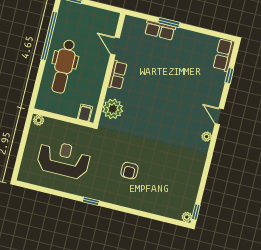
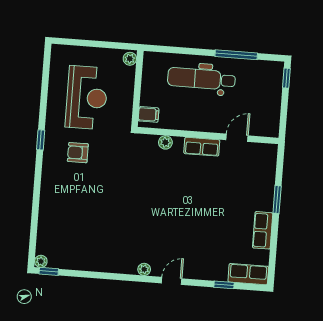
row of seats: (160, 30) -> (263, 230), moved
window: (49, 36) -> (236, 55), width x0.68
plant: (113, 109) -> (165, 142), width x0.53, depth x0.53
armchair: (129, 171) -> (78, 153), moved

